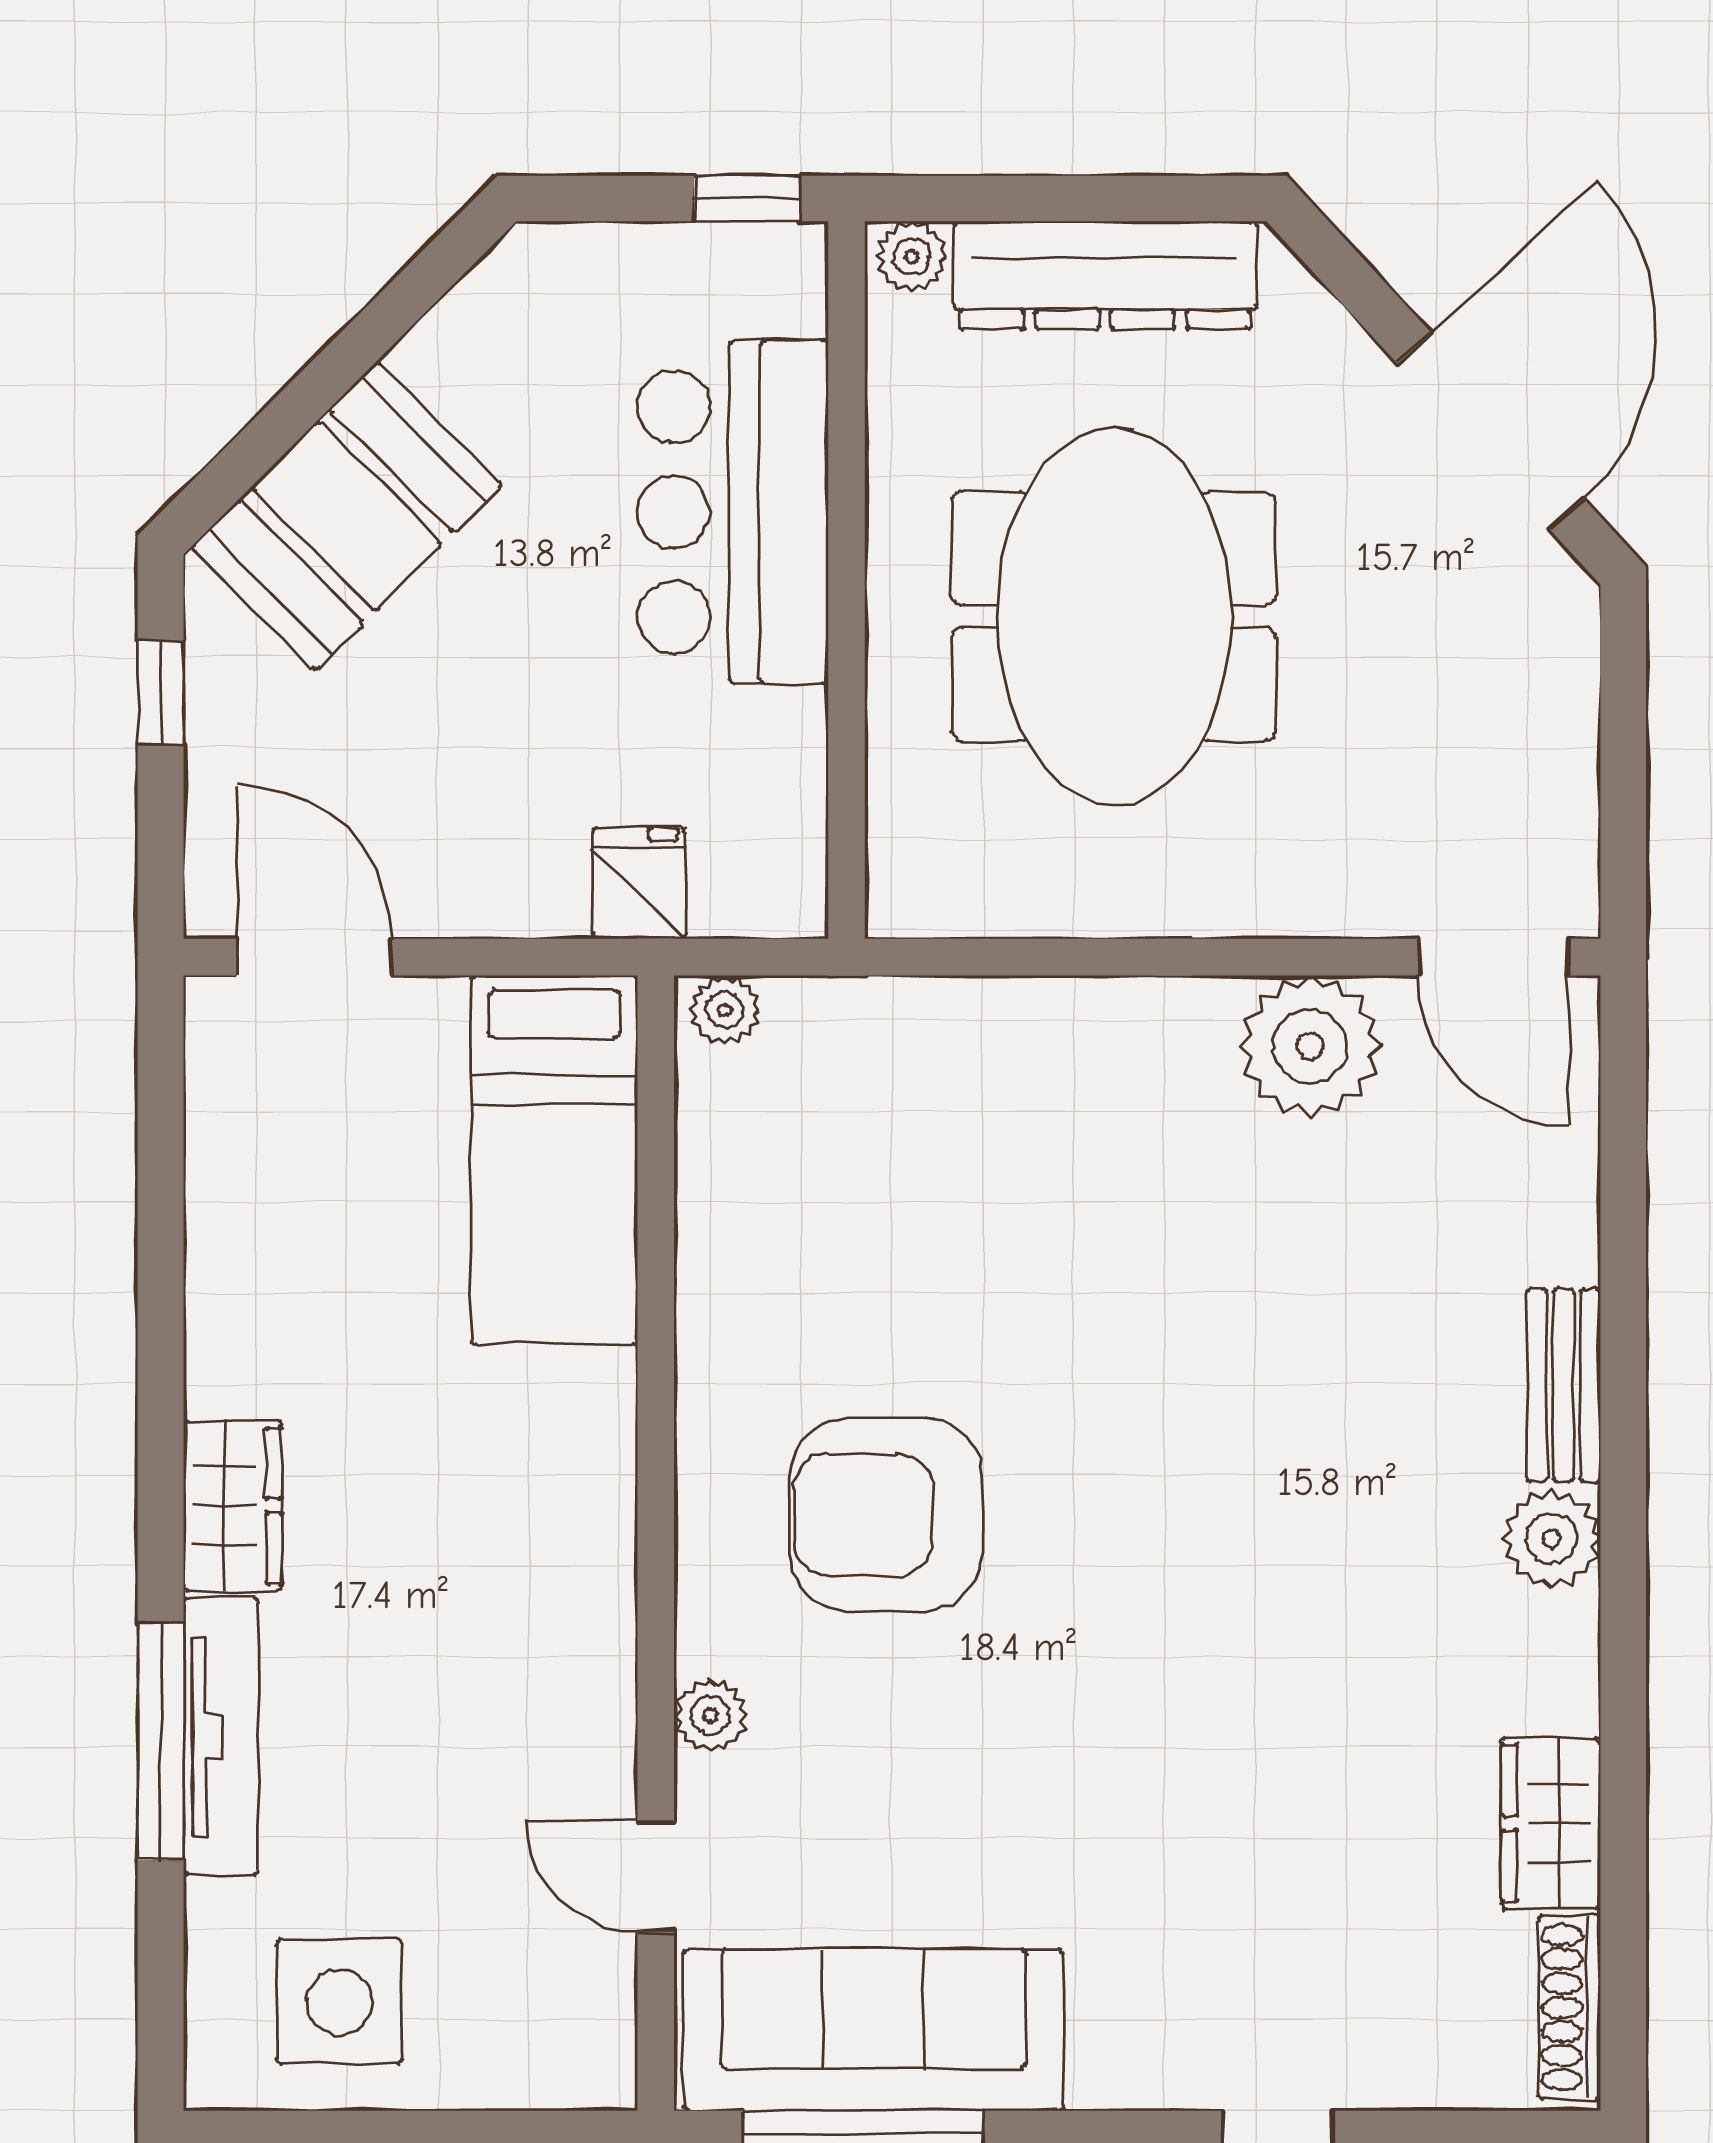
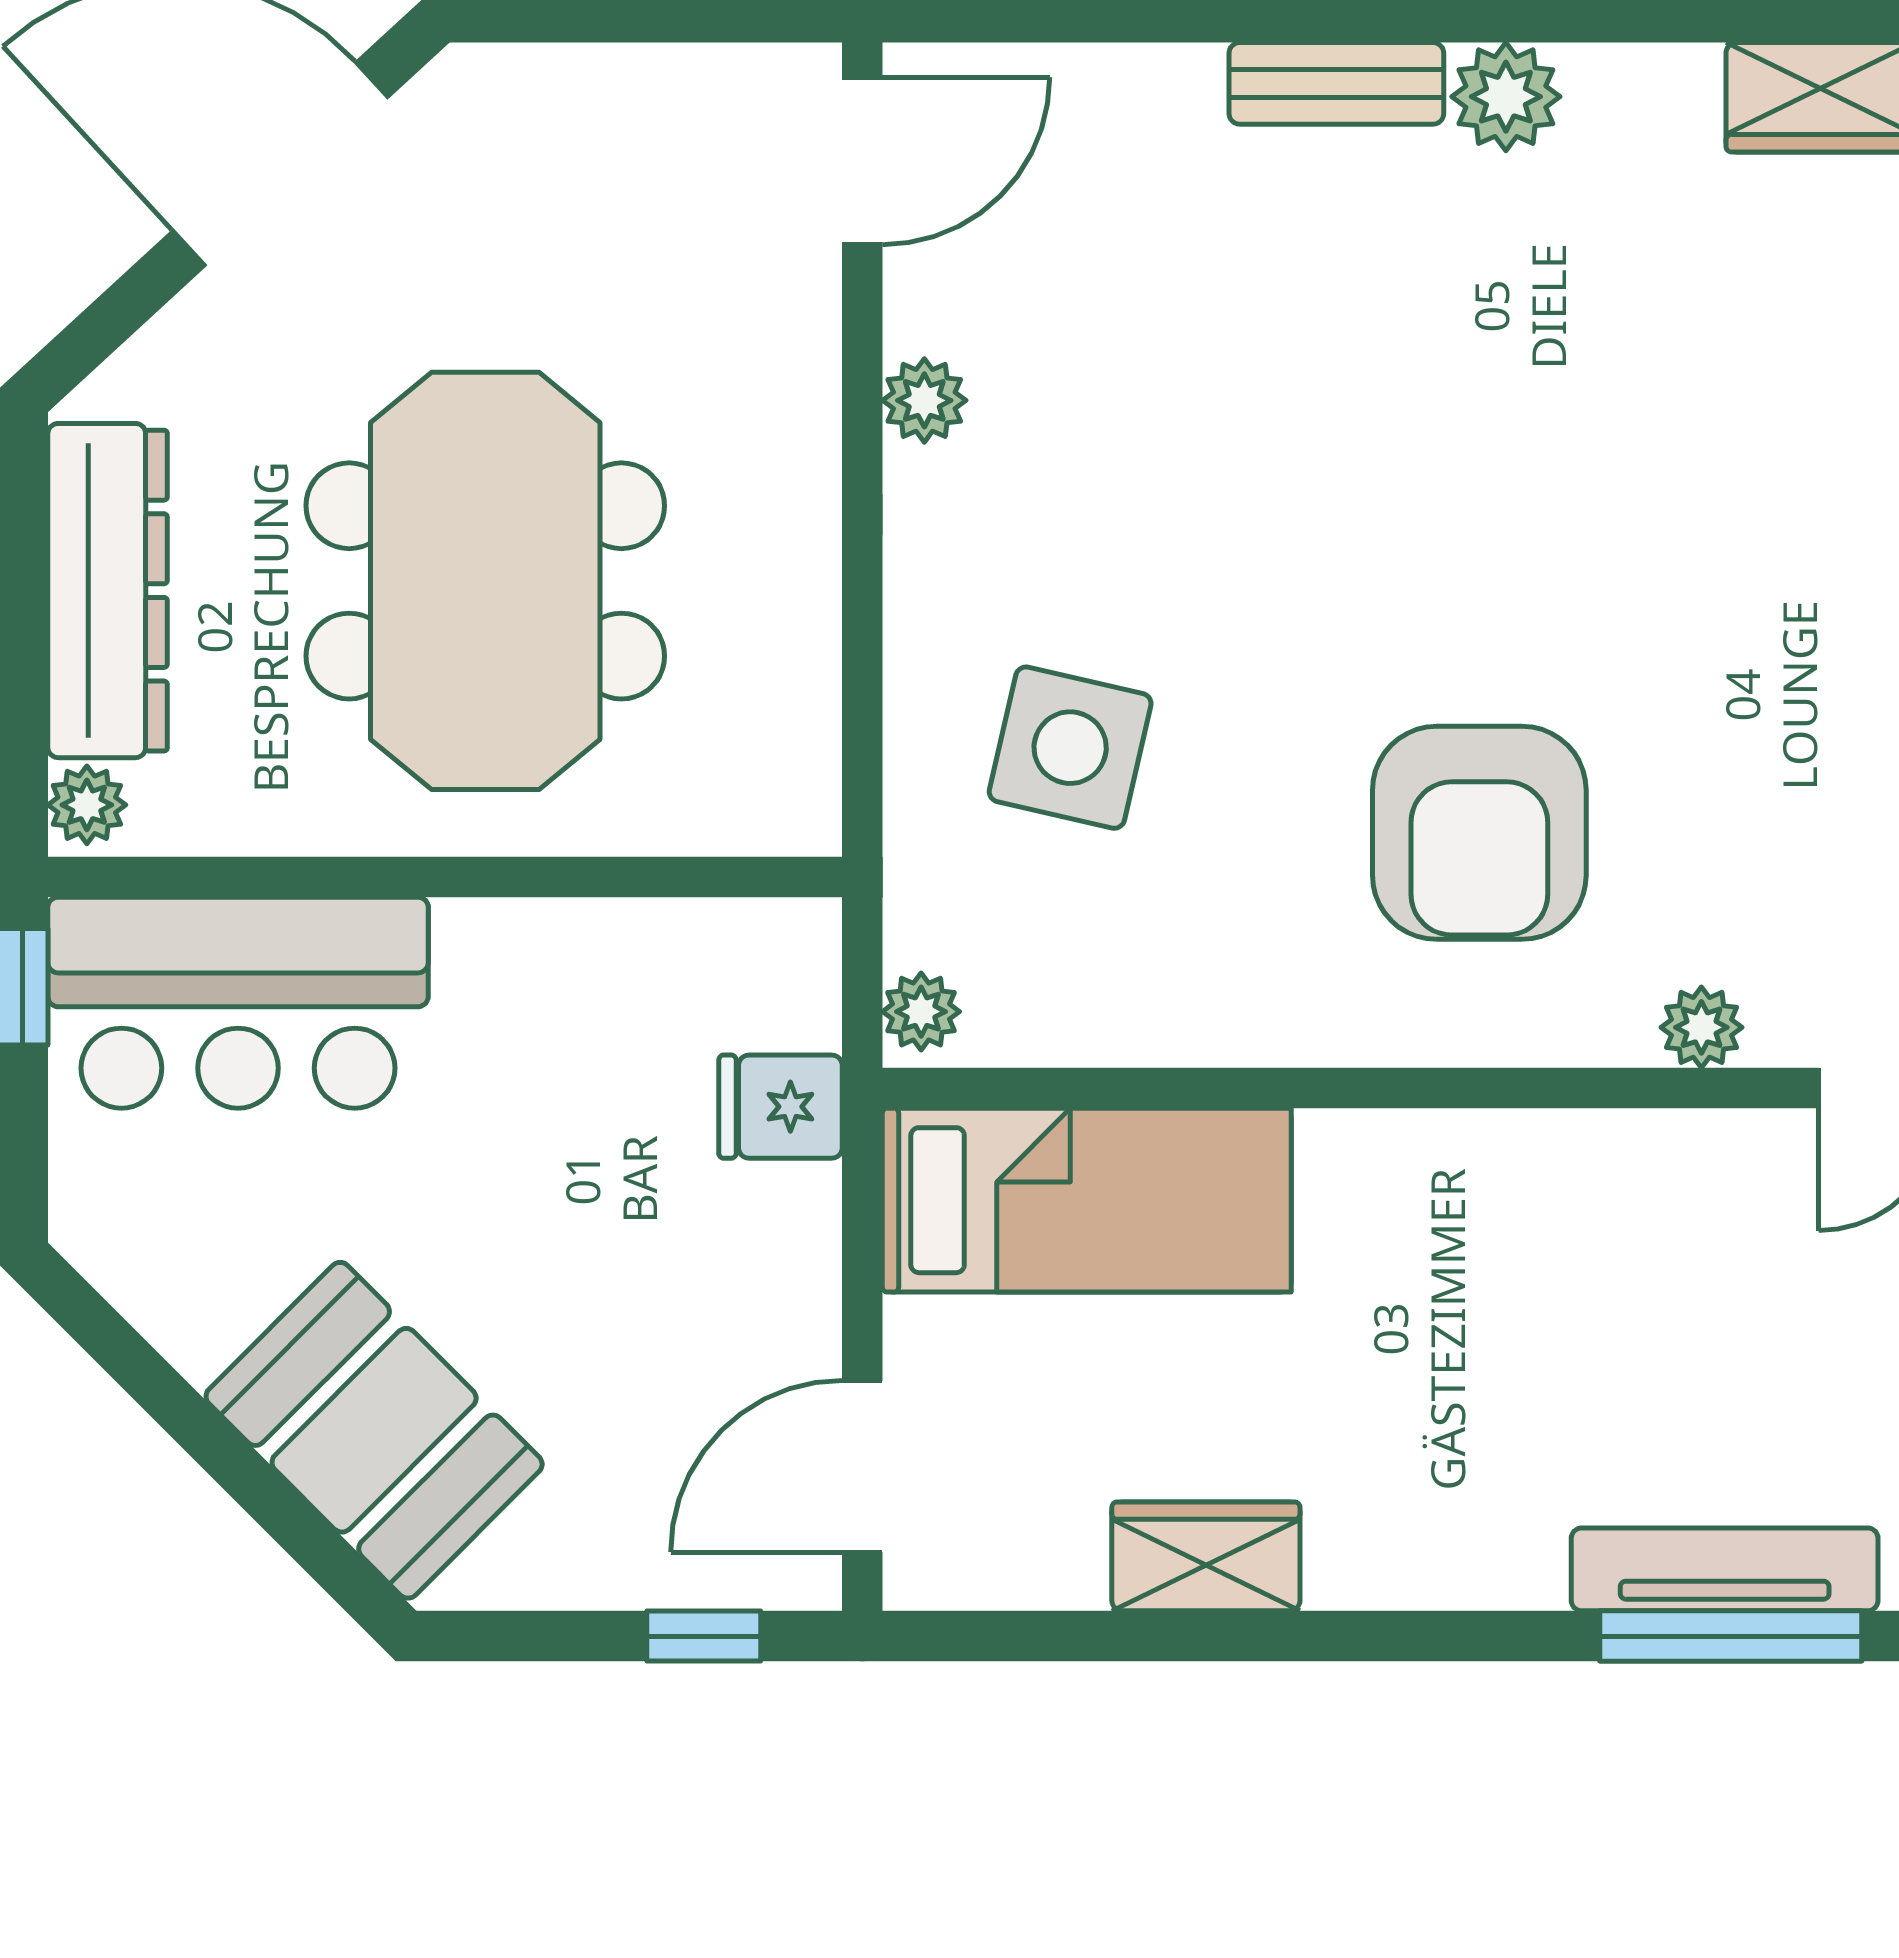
bar counter: (733, 512) -> (238, 1003), moved
meeting table: (1114, 616) -> (485, 581), turned 90
window: (161, 692) -> (704, 1636), moved
plant: (1310, 1046) -> (924, 400), width x0.53, depth x0.53
side table: (963, 1145) -> (1070, 748), added
wardrobe: (233, 1506) -> (1206, 1556), moved

